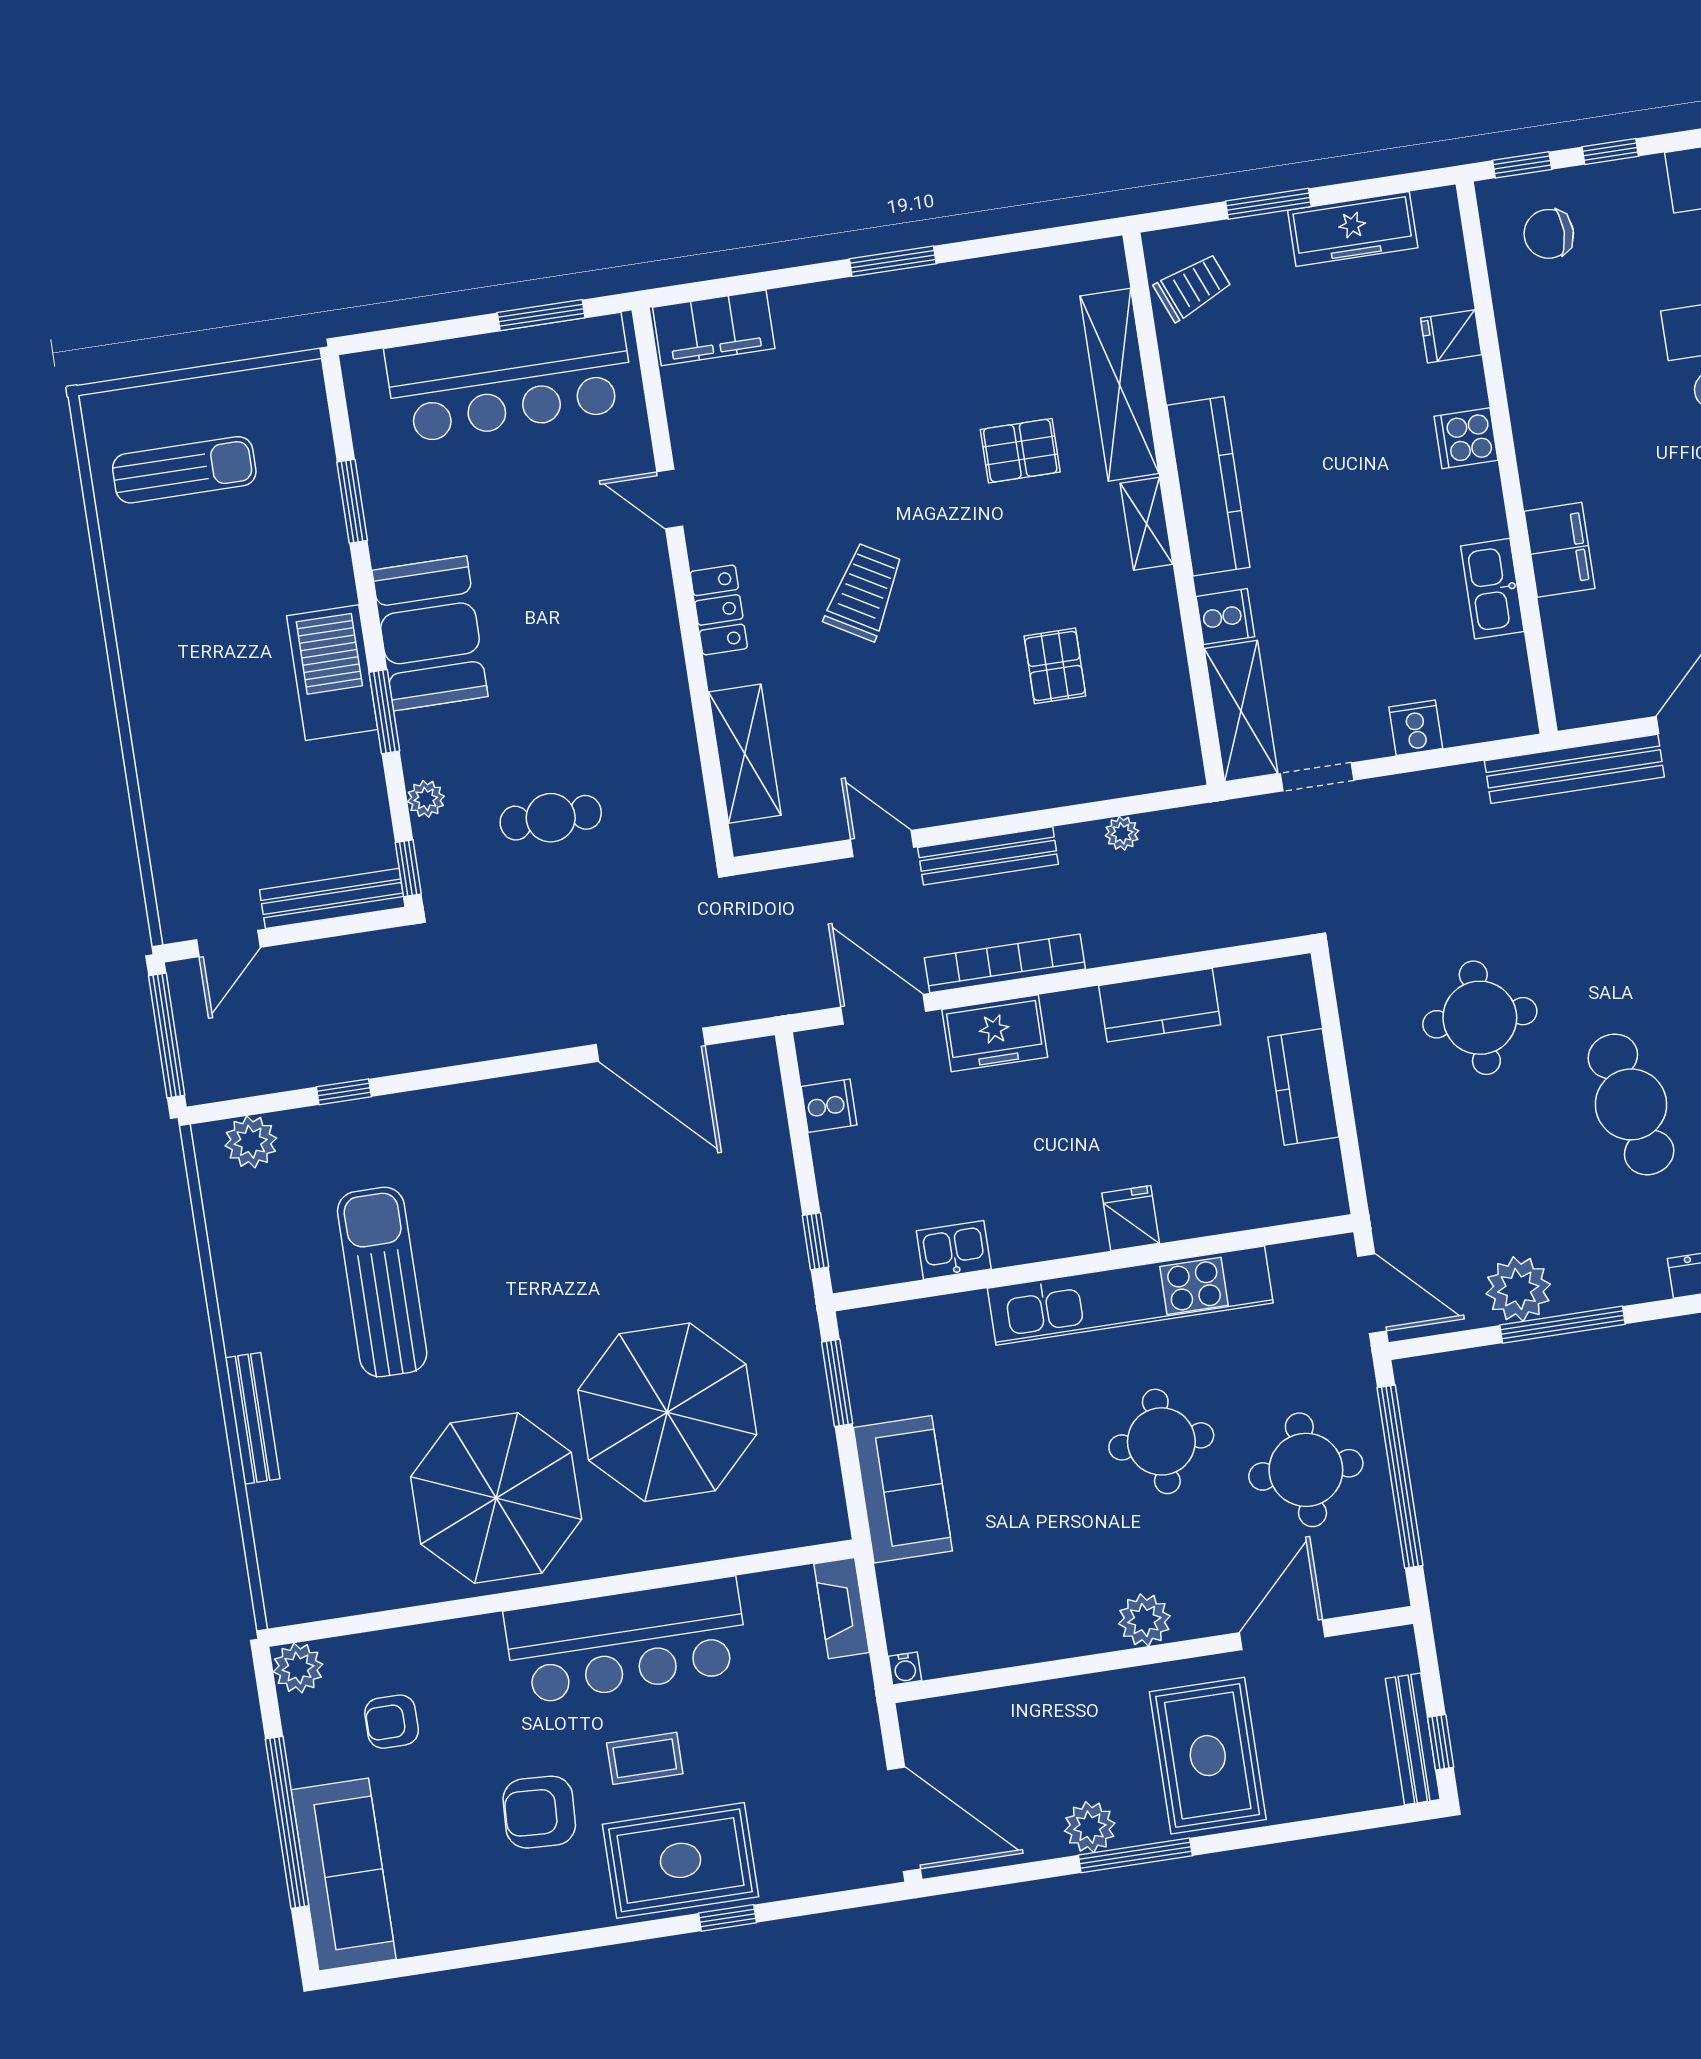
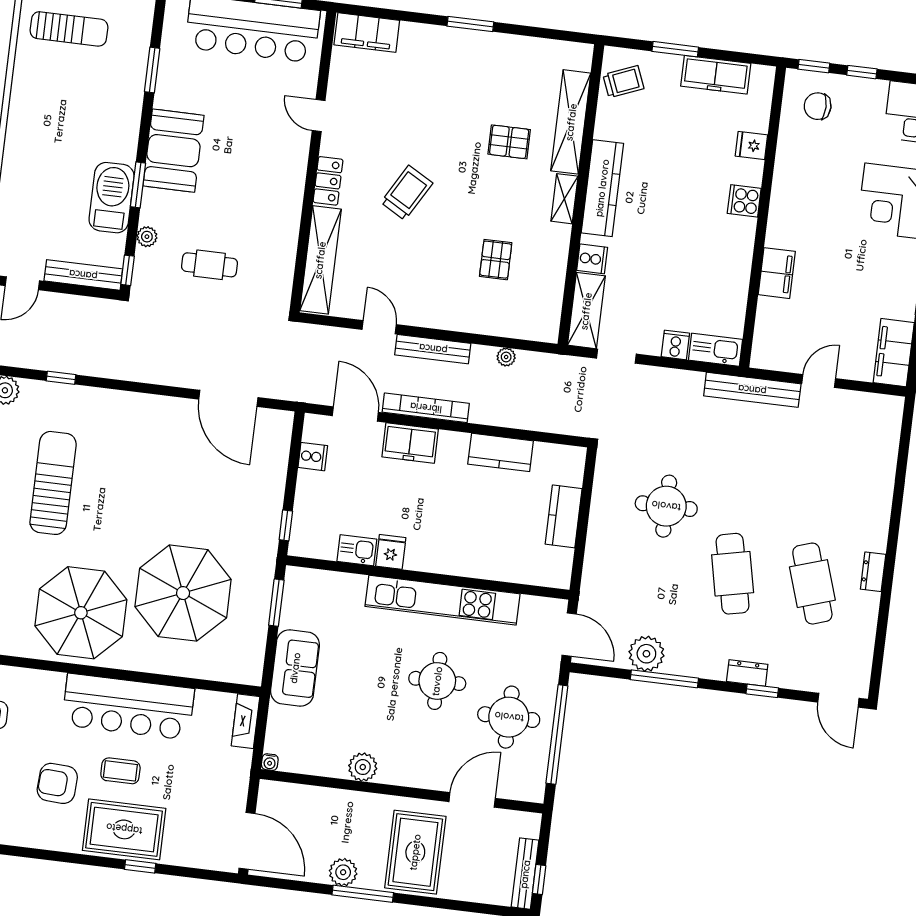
kitchen sink: (1492, 589) -> (715, 350), moved, turned 90
barbecue: (332, 673) -> (112, 198), moved
shelving: (745, 754) -> (320, 260), width x1.47
fridge: (1131, 1218) -> (391, 552), moved
plant: (1144, 1620) -> (363, 767), moved

